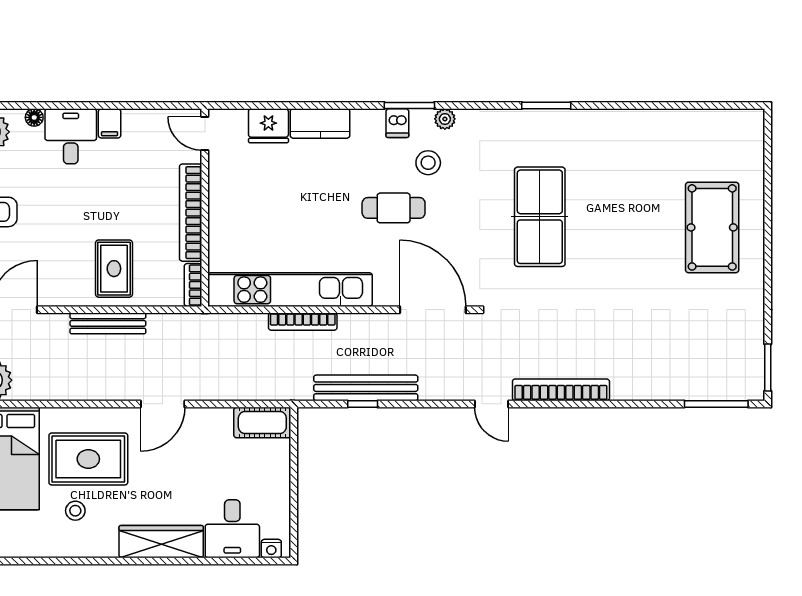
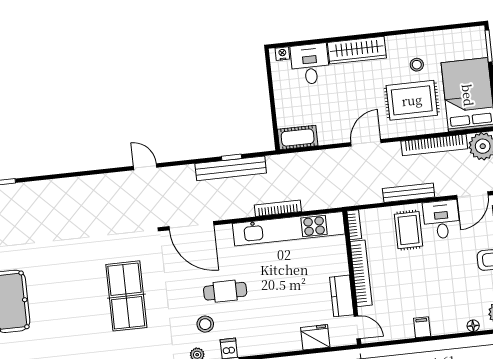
kitchen counter: (320, 123) -> (342, 296), moved, turned -90
desk: (71, 136) -> (441, 219), moved, turned 180
bookcase: (561, 390) -> (434, 145), moved

